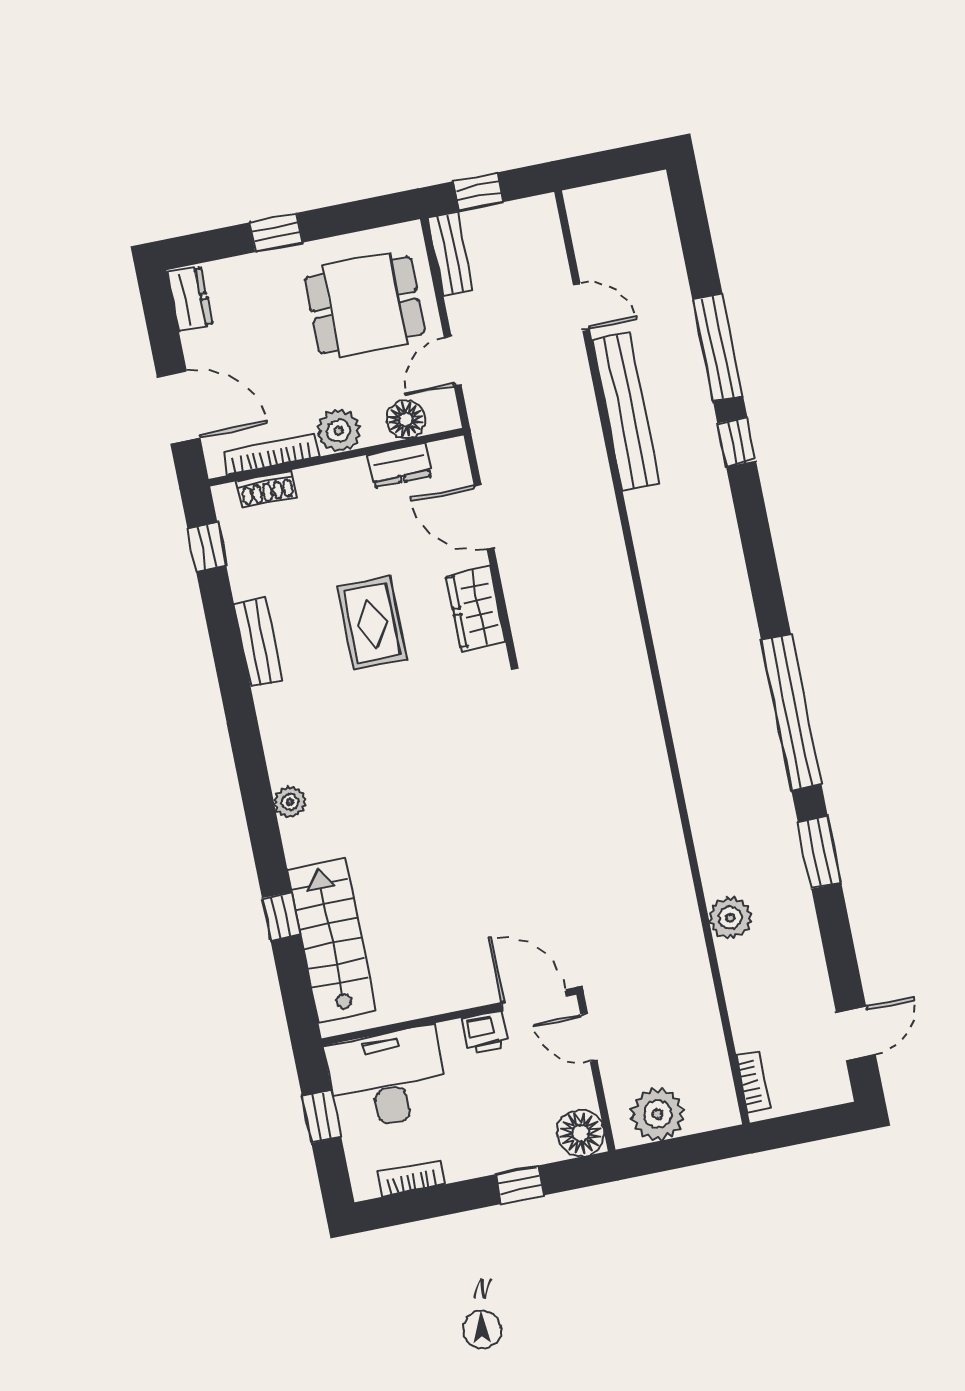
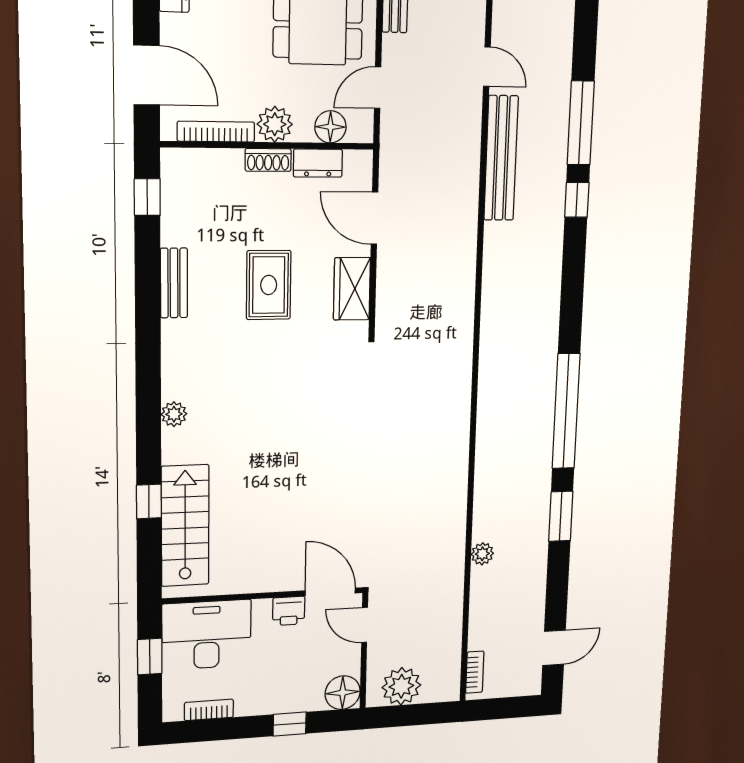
shoe rack: (267, 489) -> (268, 160), moved
plant: (730, 918) -> (482, 554), width x0.73, depth x0.73

